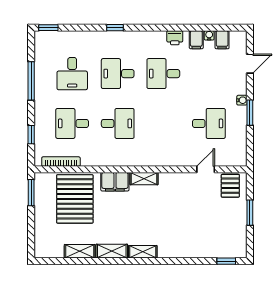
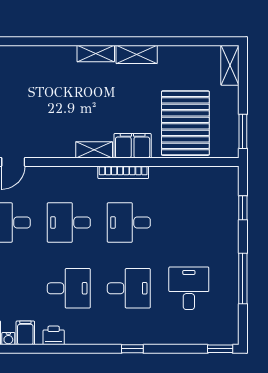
desk: (72, 123) -> (69, 223), moved, turned 180
bookcase: (61, 162) -> (123, 172), moved
shelving: (80, 251) -> (230, 65), moved, turned 90

